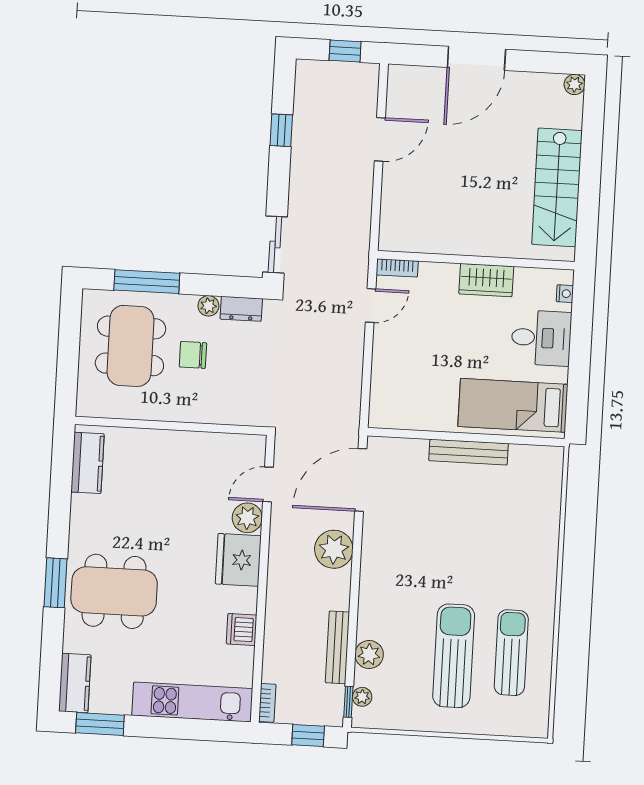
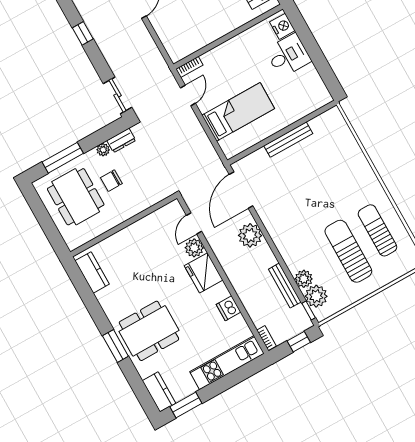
wardrobe: (486, 280) -> (240, 44), removed
nightstand: (565, 294) -> (282, 26), width x1.89, depth x1.79
bed: (513, 405) -> (238, 112), moved, turned 180
plant: (362, 697) -> (316, 296), width x1.88, depth x1.88

